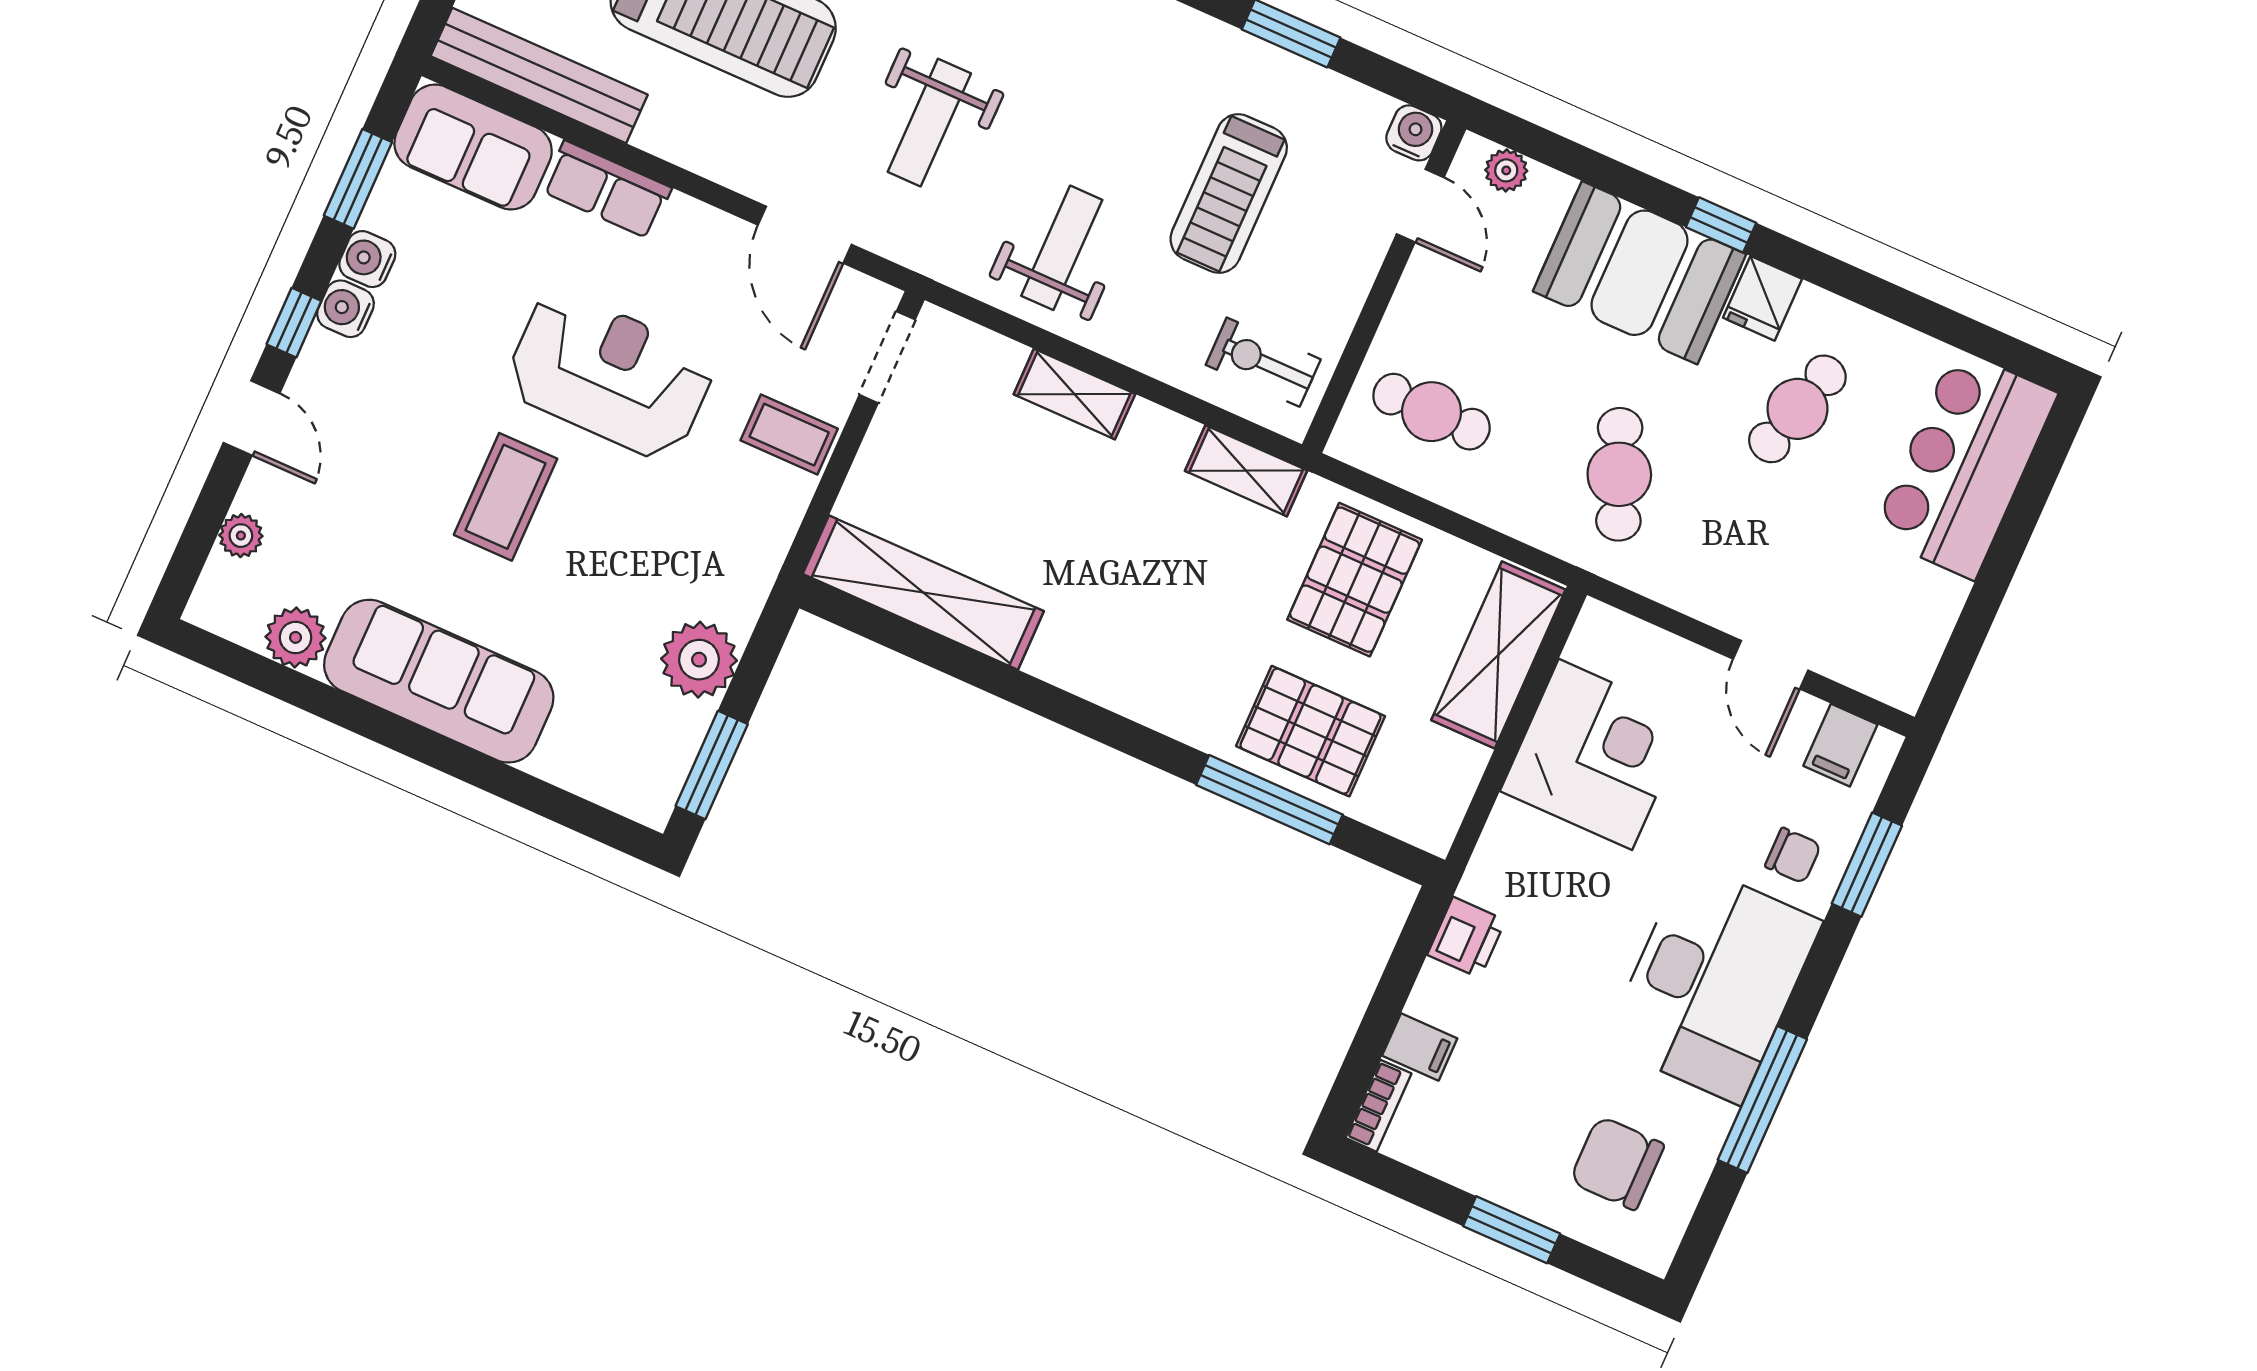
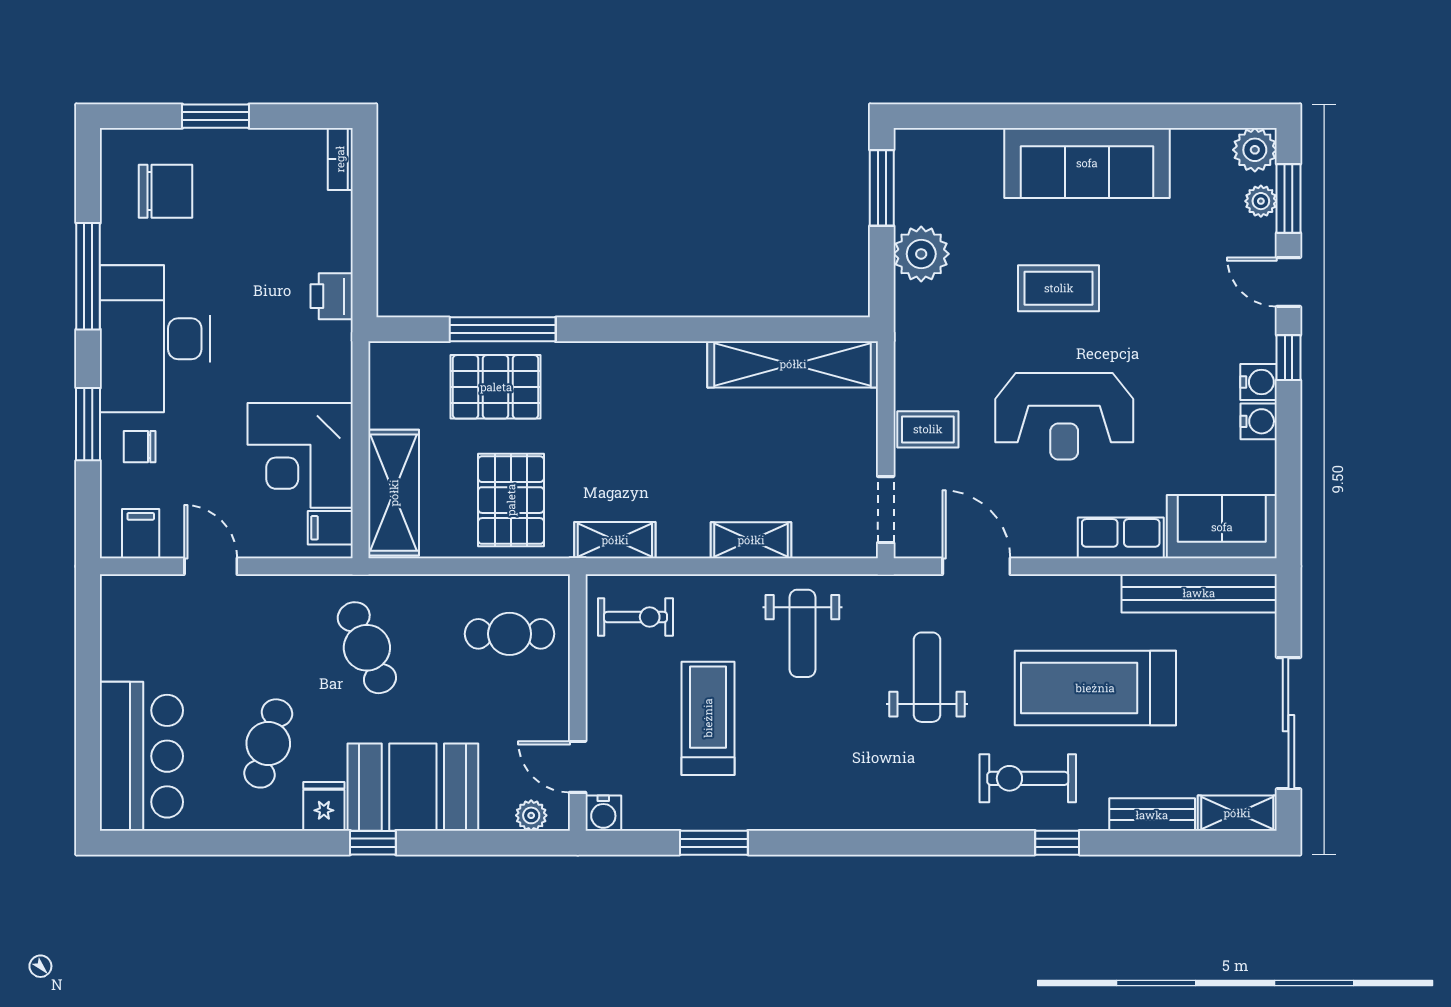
window: (358, 179) -> (1288, 198), moved
coffee table: (506, 497) -> (1059, 288), moved, turned 90
plant: (296, 637) -> (1255, 150), moved
window: (1867, 865) -> (88, 424), moved
filing cabinet: (1420, 1047) -> (330, 528), moved

